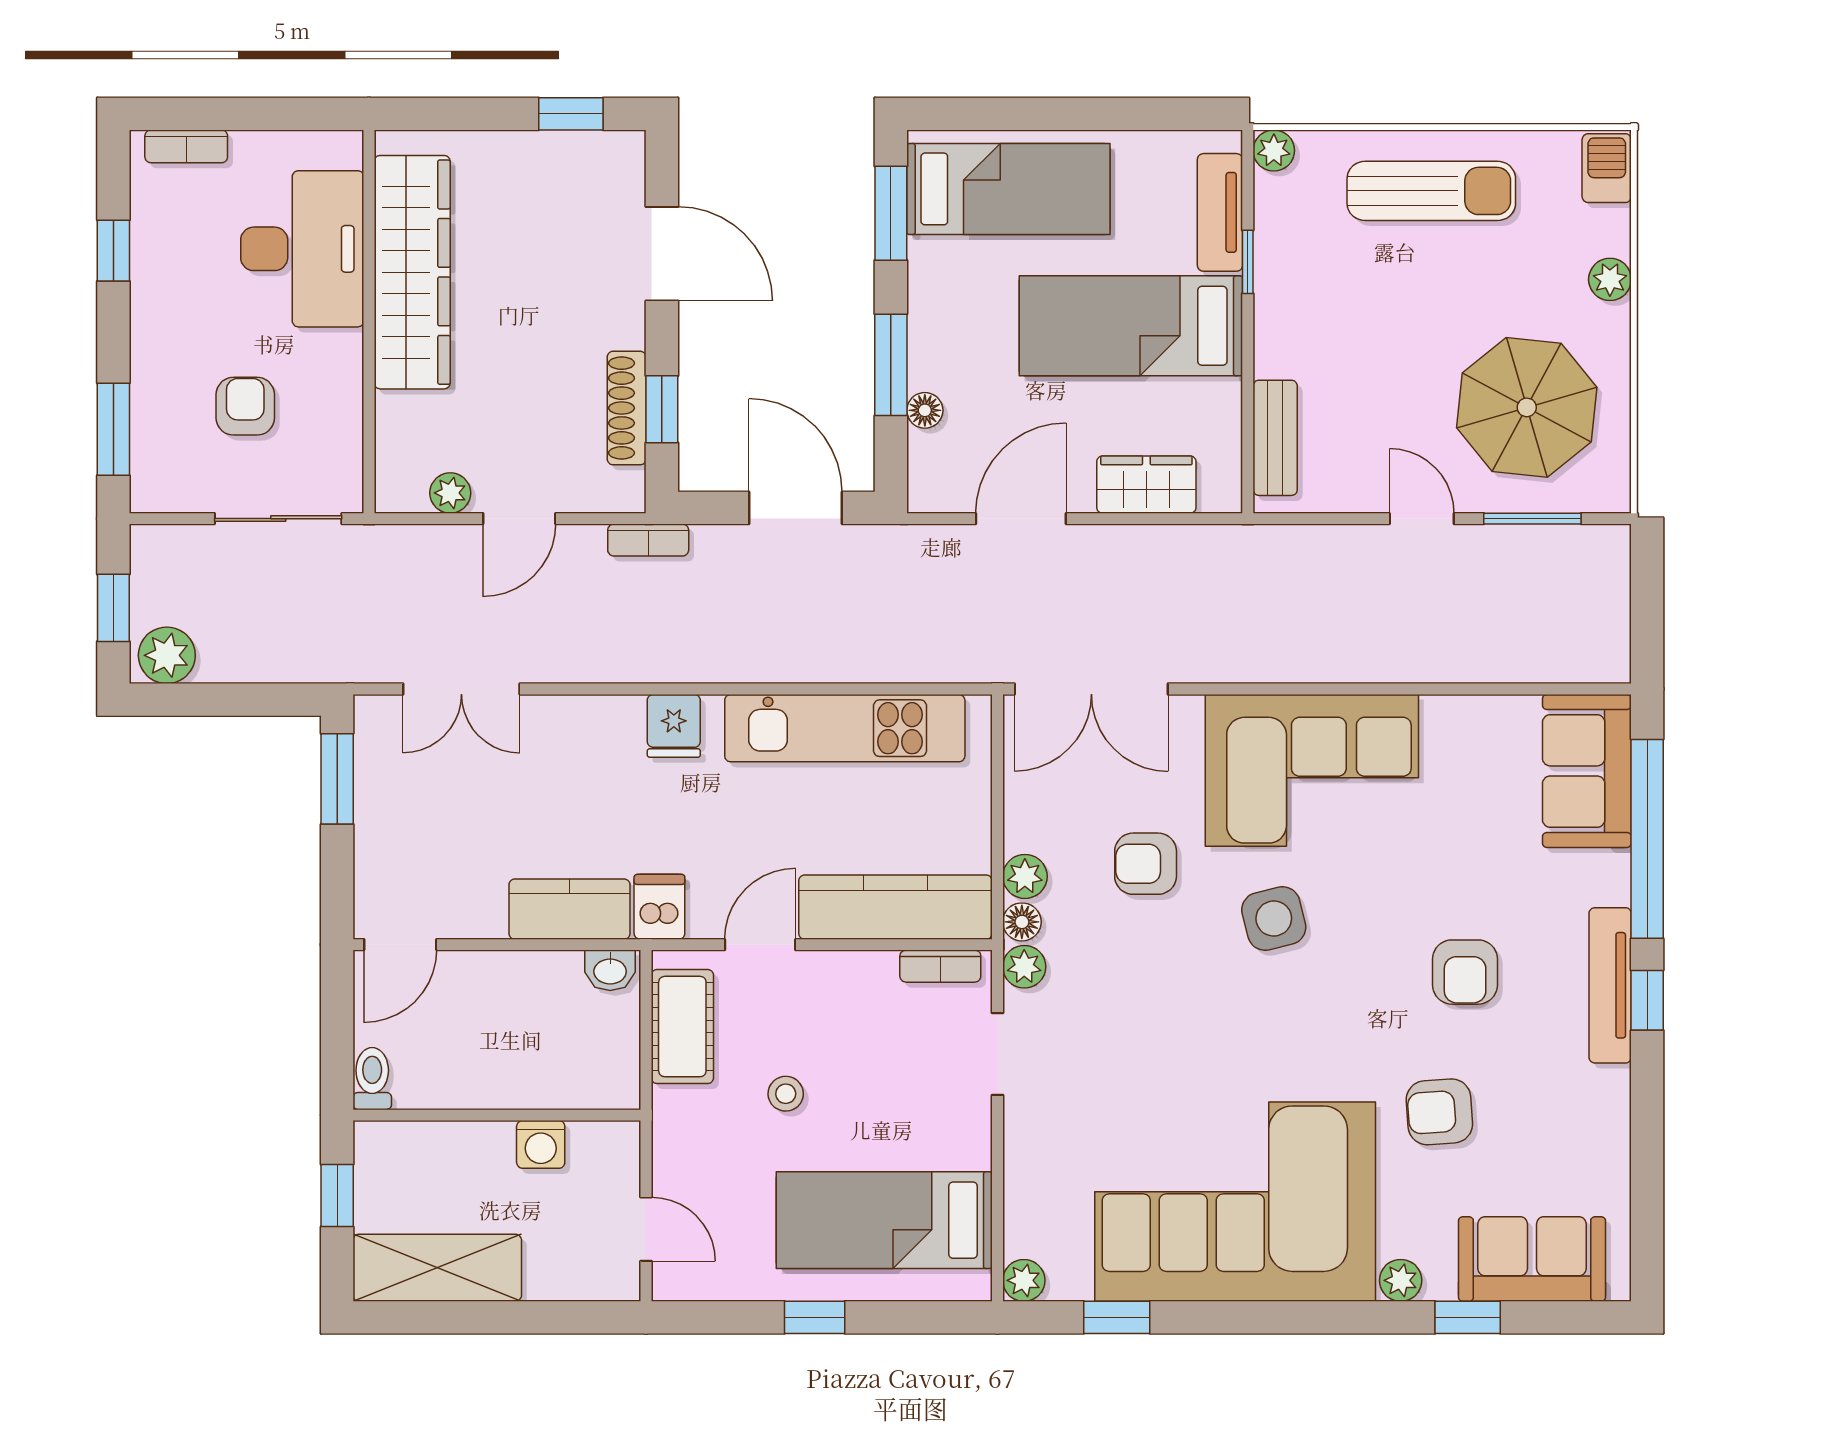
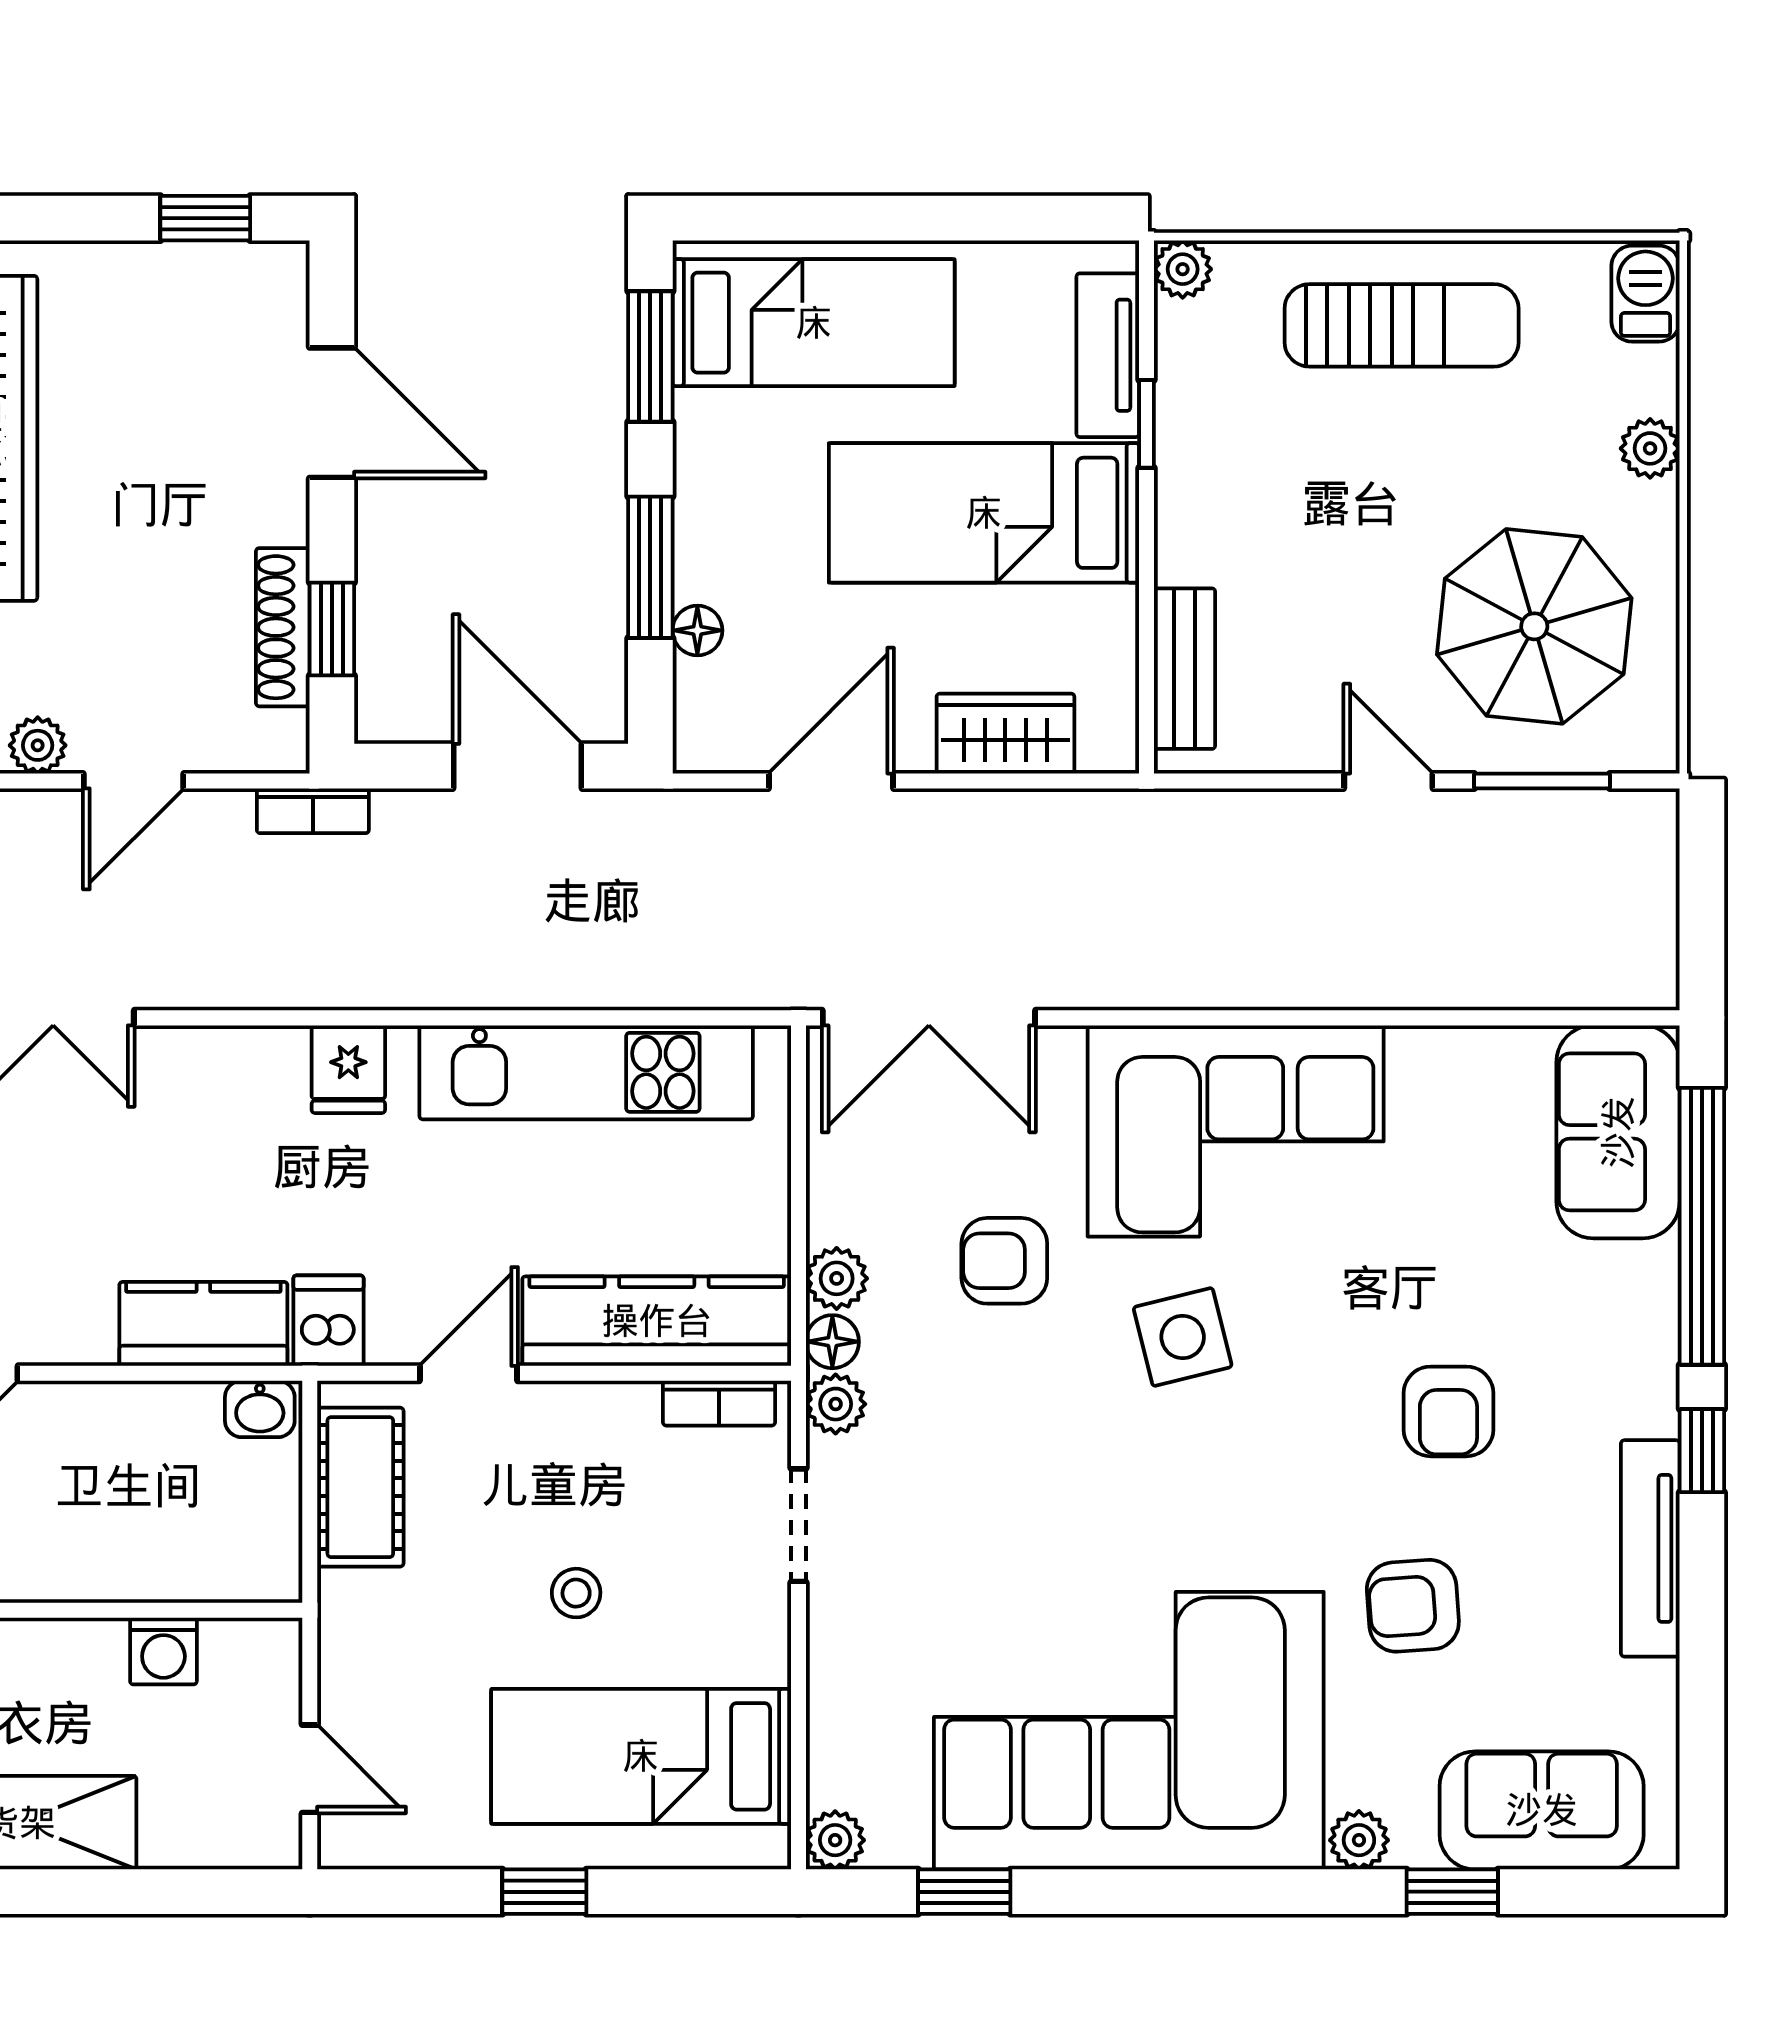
tv unit: (1610, 985) -> (1650, 1548), moved
stool: (786, 1094) -> (576, 1593), moved

